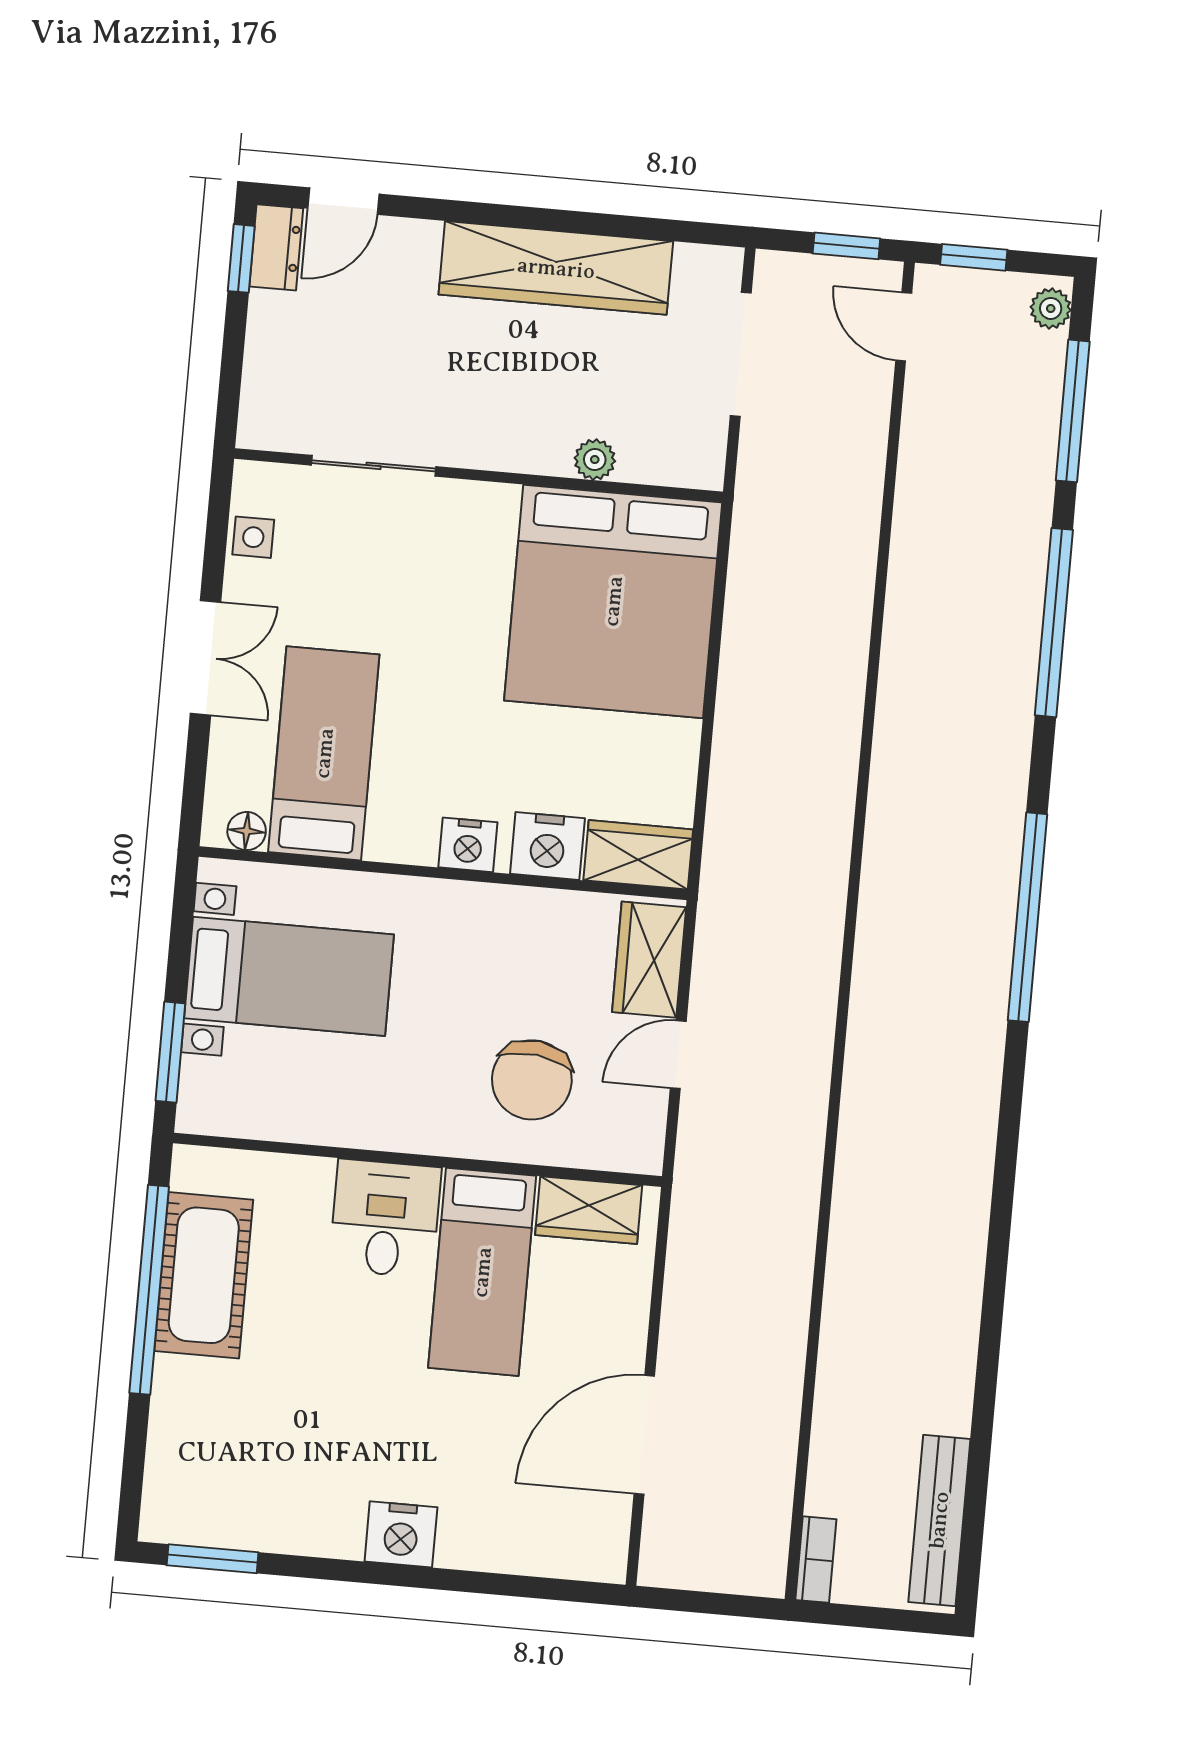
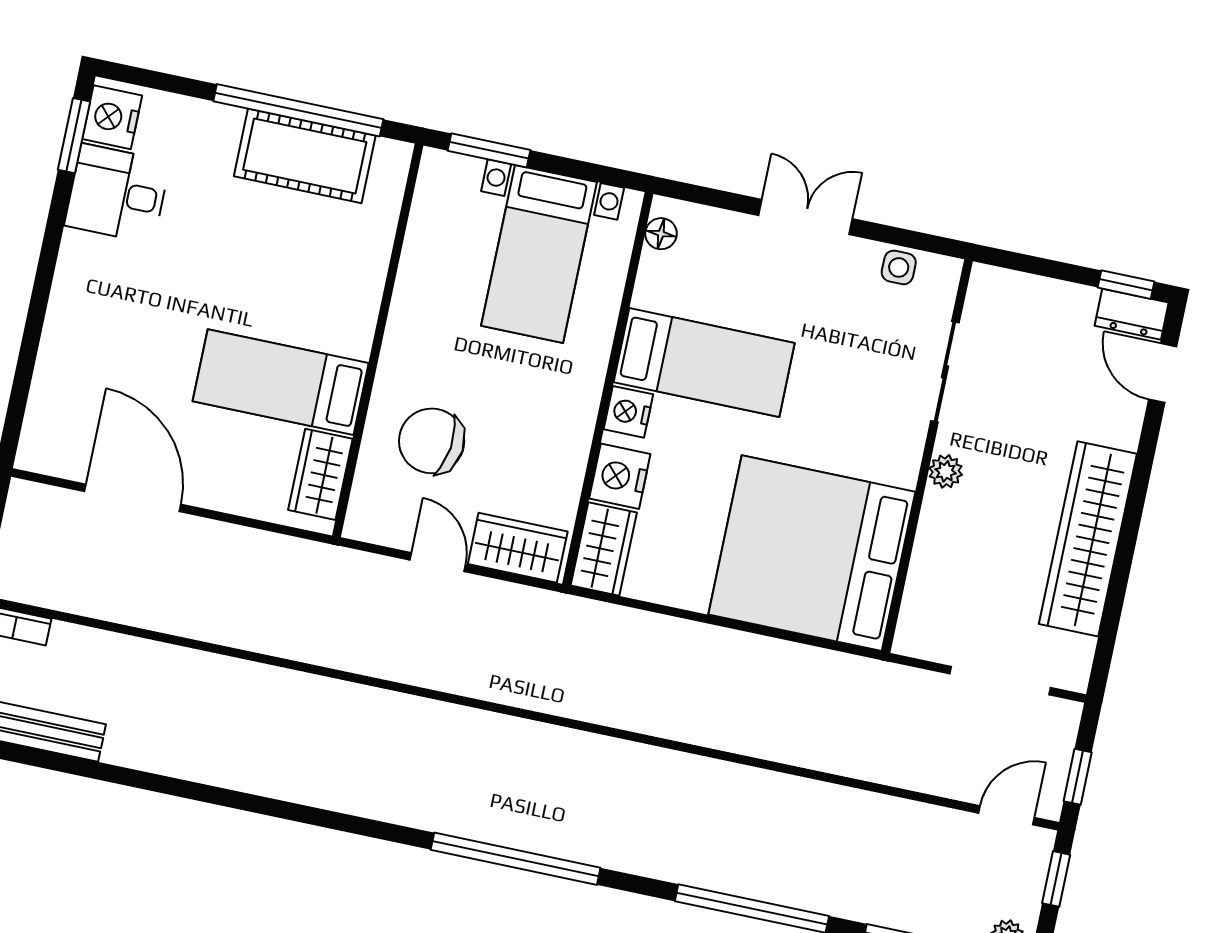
plant: (595, 460) -> (946, 471), moved
double door: (206, 658) -> (806, 217), swing flipped
bed: (324, 753) -> (704, 363), moved
desk: (385, 1218) -> (117, 194), moved, turned 180
nightstand: (401, 1534) -> (112, 117), moved

